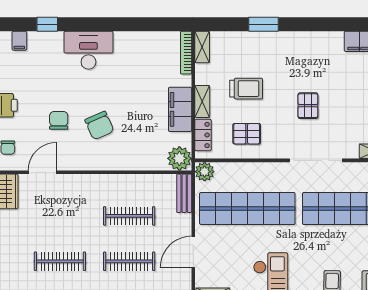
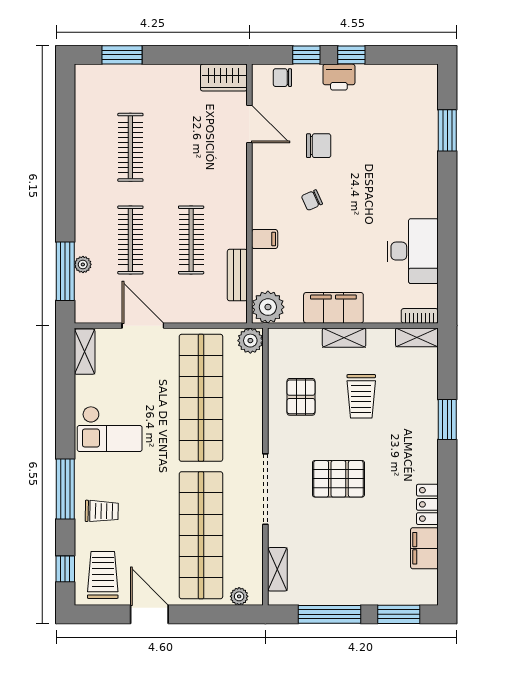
window: (47, 24) -> (447, 130), width x1.50
filing cabinet: (19, 41) -> (265, 239), moved, turned 180
desk: (88, 50) -> (413, 251), moved
bookcase: (186, 53) -> (420, 316), width x0.64
pallet: (308, 106) -> (338, 479), width x1.50, depth x1.42
chair: (99, 126) -> (312, 200), width x0.54, depth x0.54
locker: (203, 135) -> (427, 504), moved, turned 90
bench: (184, 193) -> (237, 275), moved, turned 90

